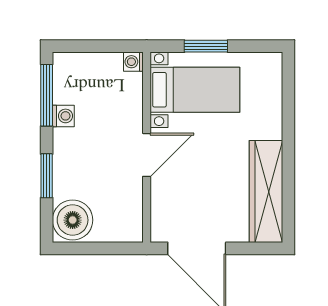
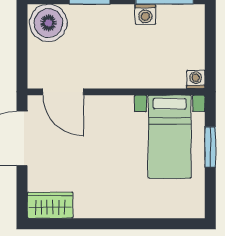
door: (147, 155) -> (63, 92), moved
wardrobe: (266, 191) -> (50, 205), width x0.48, depth x0.85

